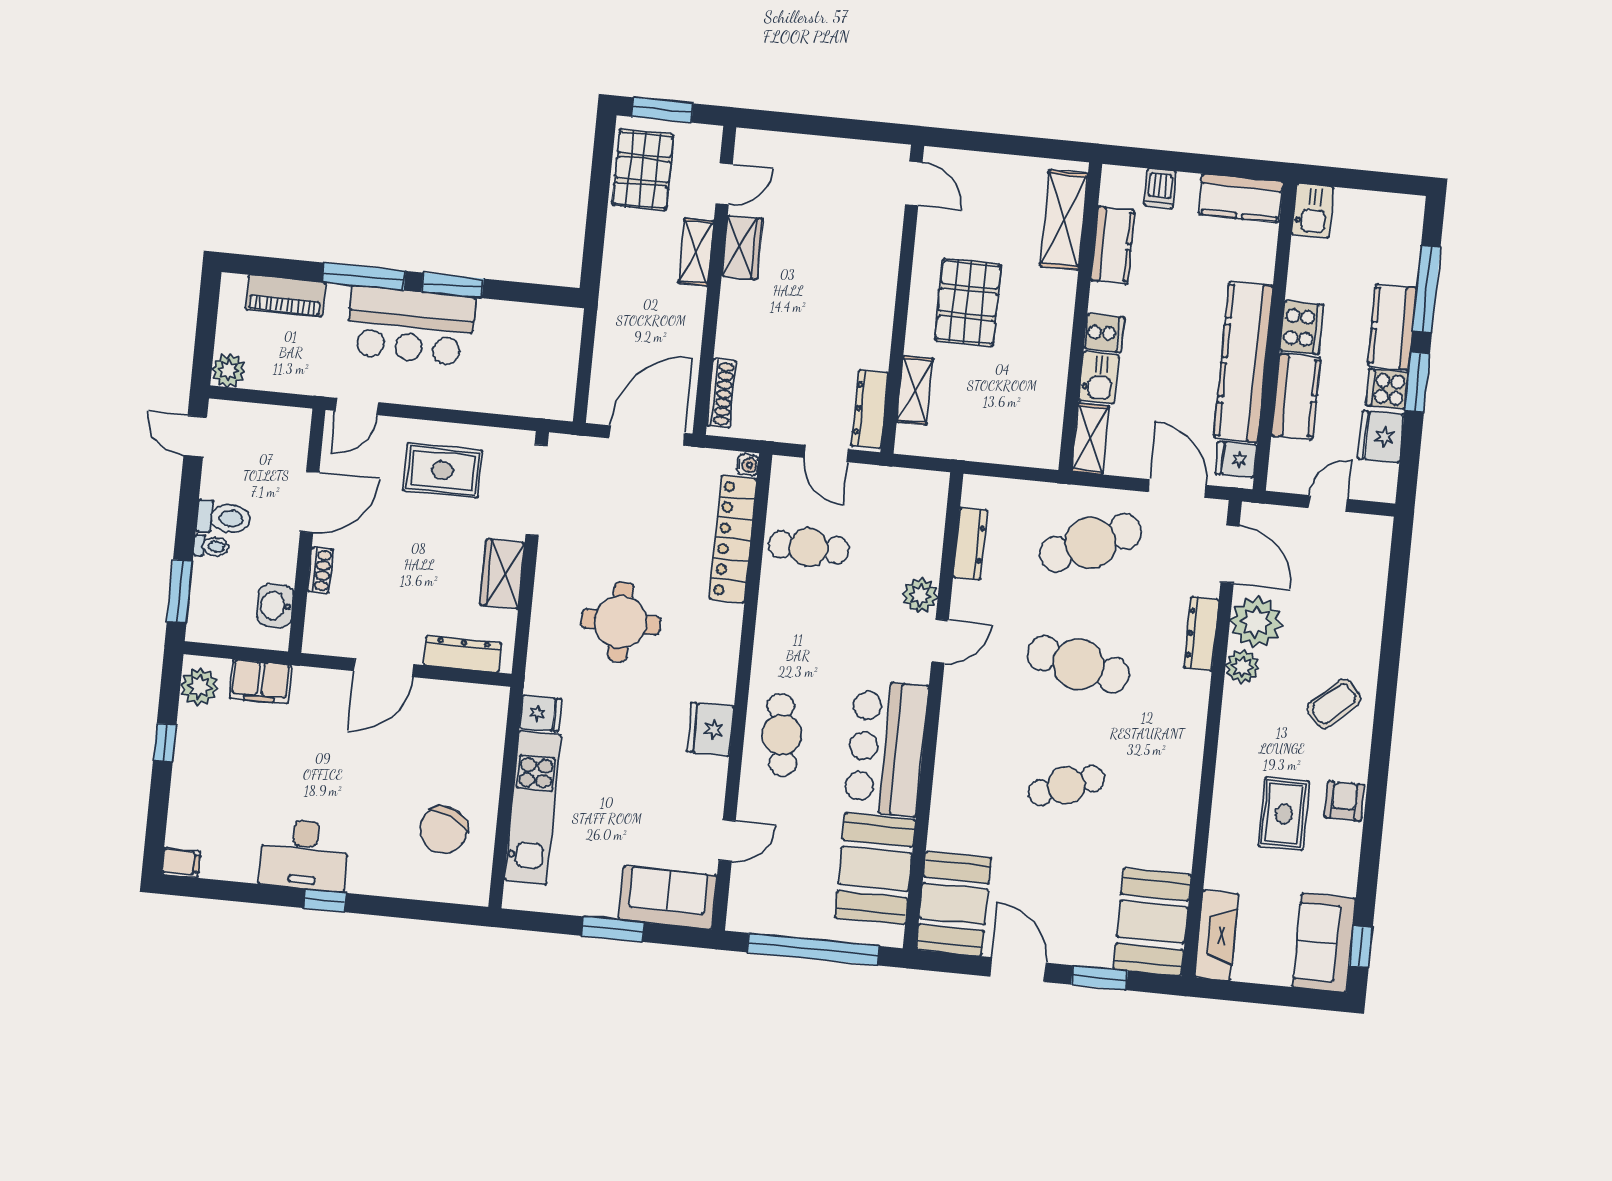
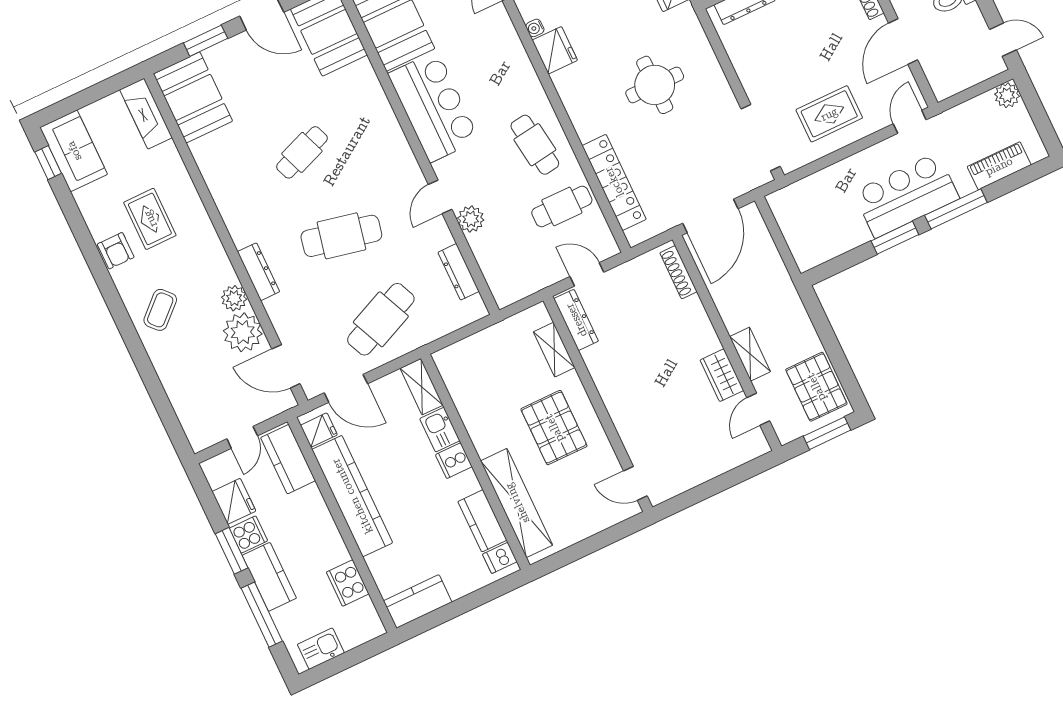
dishwasher: (1160, 188) -> (500, 558), moved, turned -90
kitchen sink: (1312, 211) -> (321, 649), moved, turned 90
shelving: (1064, 220) -> (517, 503), width x1.47
cooker: (1302, 328) -> (348, 583), moved
kitchen counter: (1296, 397) -> (288, 459), moved
water cooler: (748, 465) -> (535, 28), moved
wardrobe: (502, 574) -> (750, 70), removed
dresser: (1201, 634) -> (259, 272), moved
cafe table: (782, 735) -> (535, 145), moved

